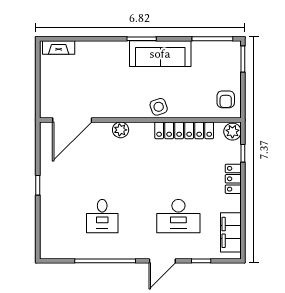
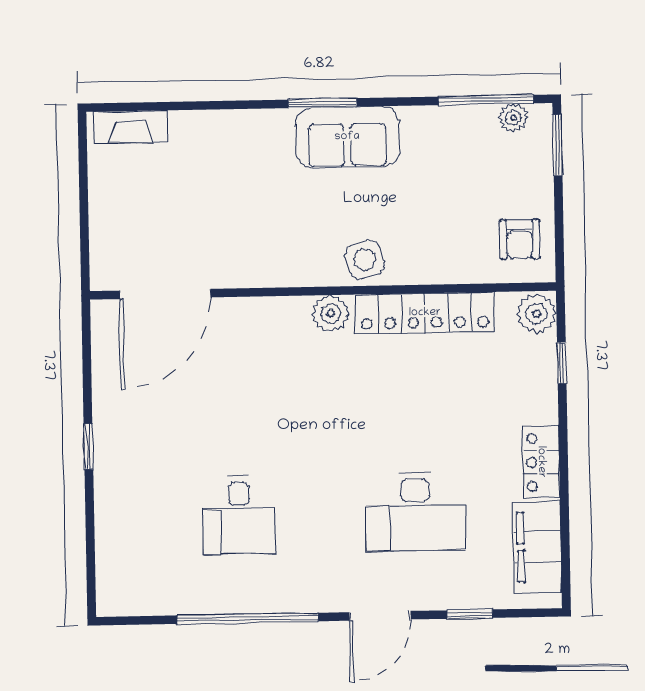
plant: (224, 47) -> (513, 118), added
sofa: (160, 54) -> (347, 137), width x0.73
plant: (121, 130) -> (331, 314), moved
locker: (233, 179) -> (541, 462), moved

